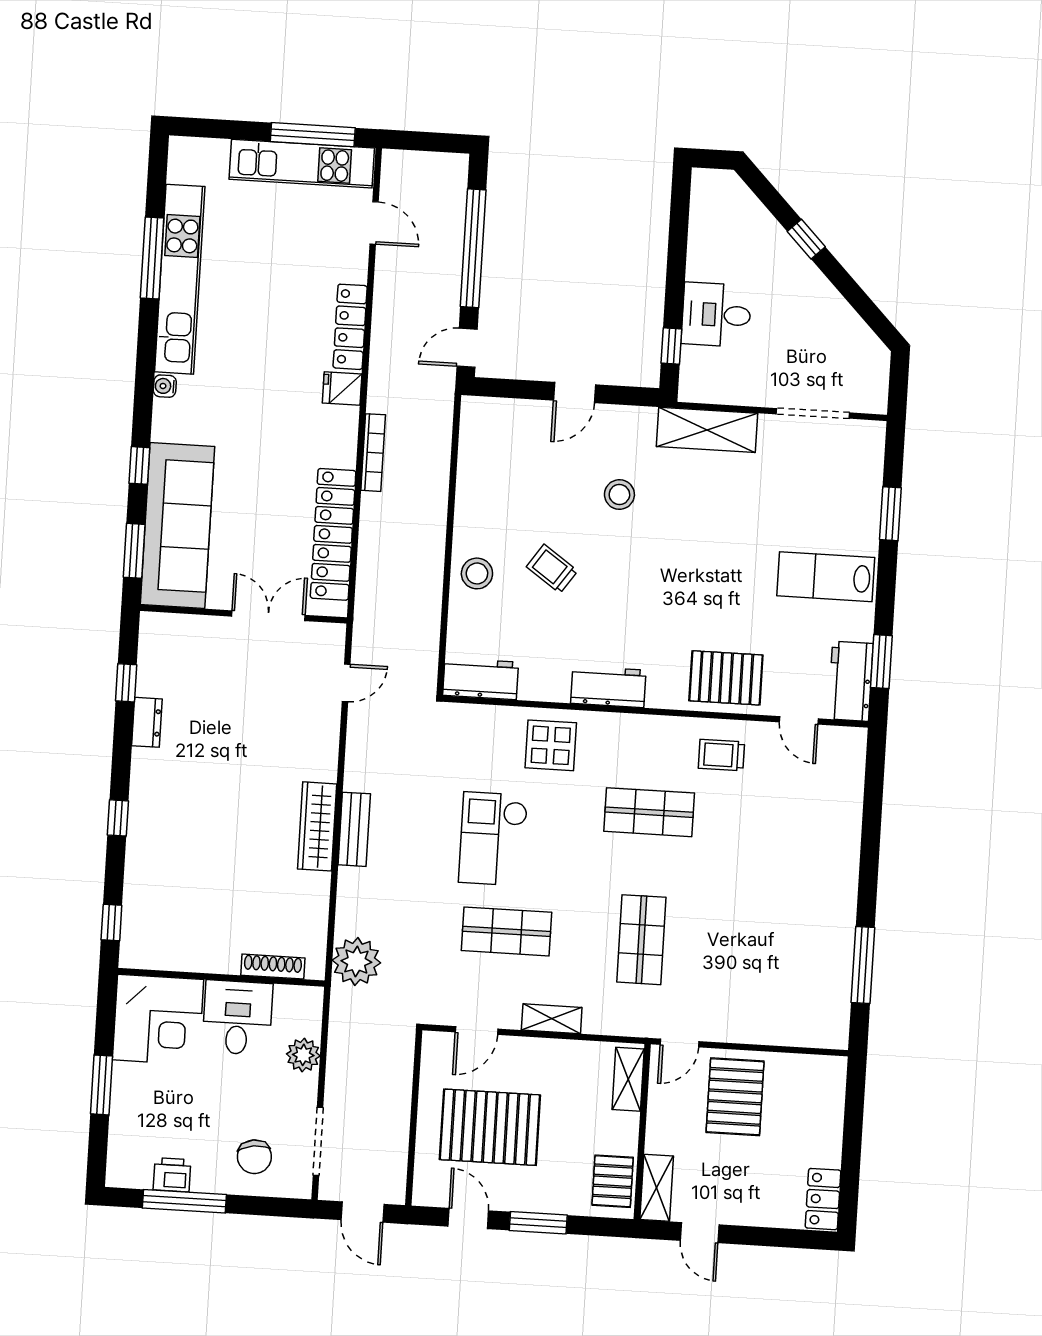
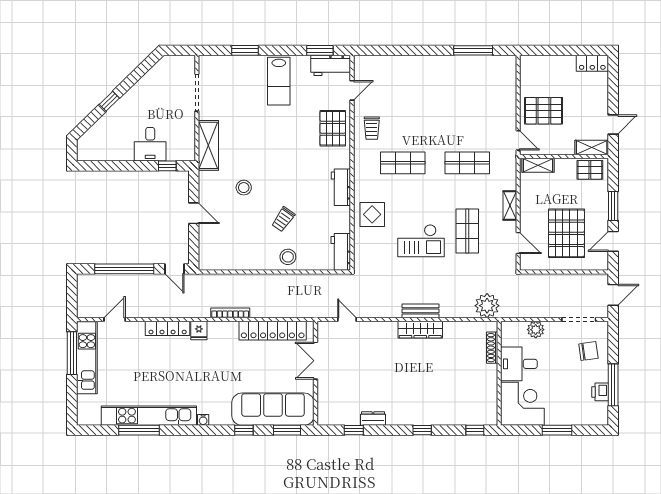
shop shelf: (649, 812) -> (403, 163), turned 90

